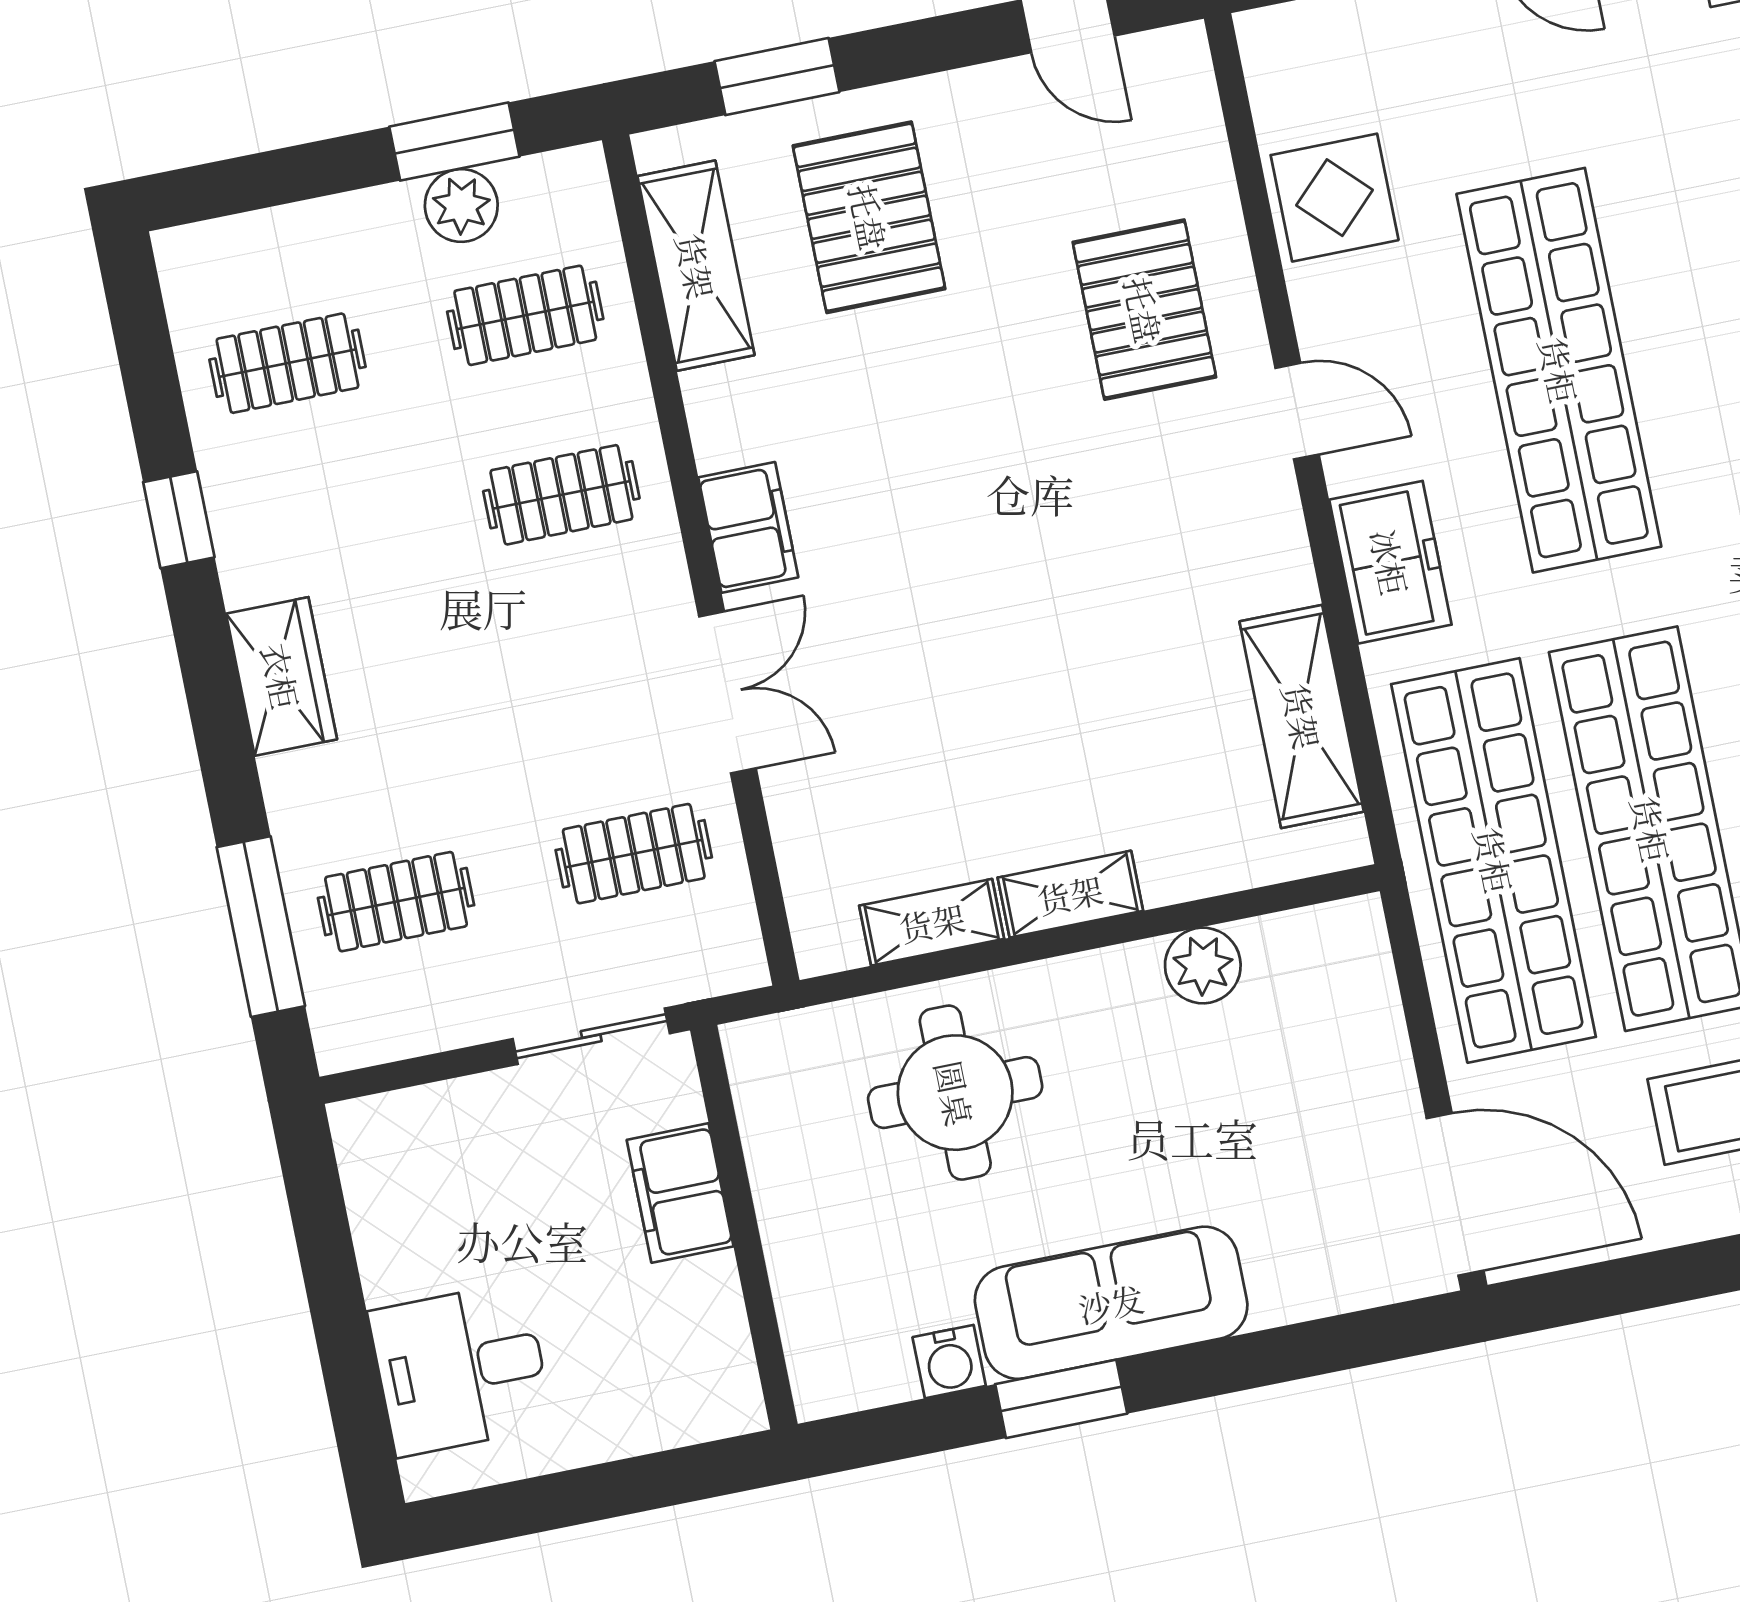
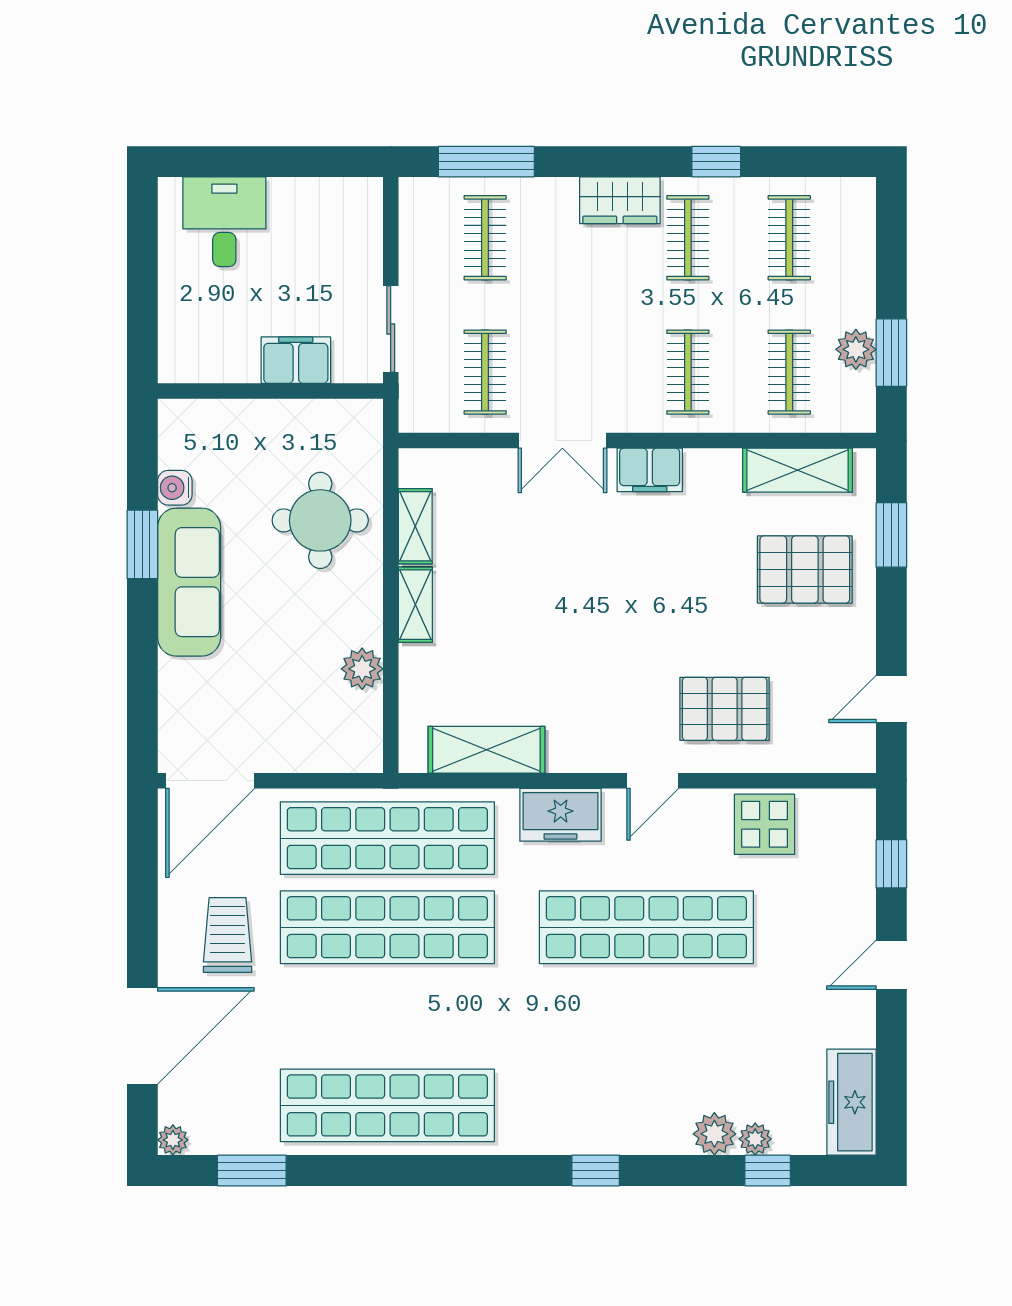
clothes rail: (324, 543) -> (688, 238), added

